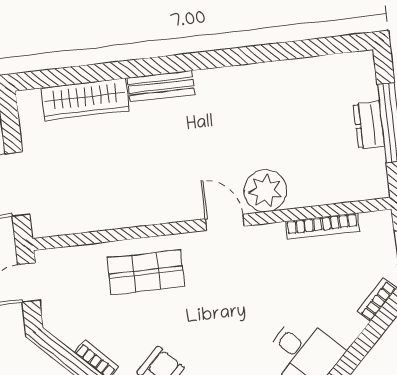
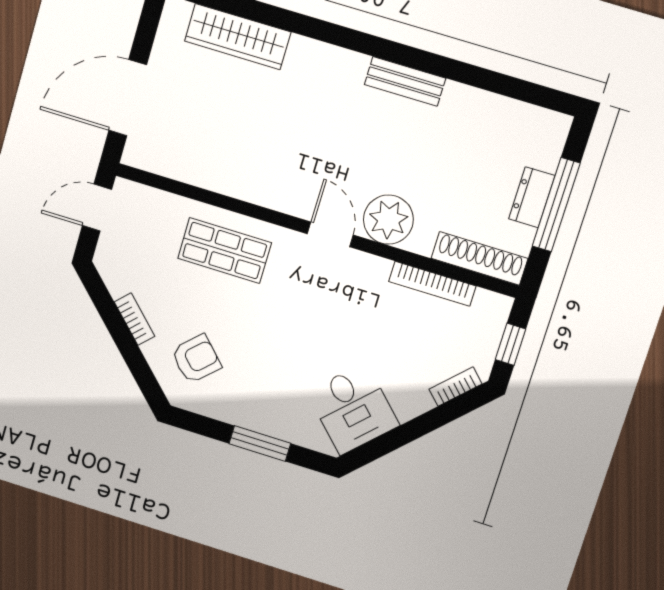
bench: (161, 86) -> (405, 81), moved
shoe rack: (350, 190) -> (479, 258), added

